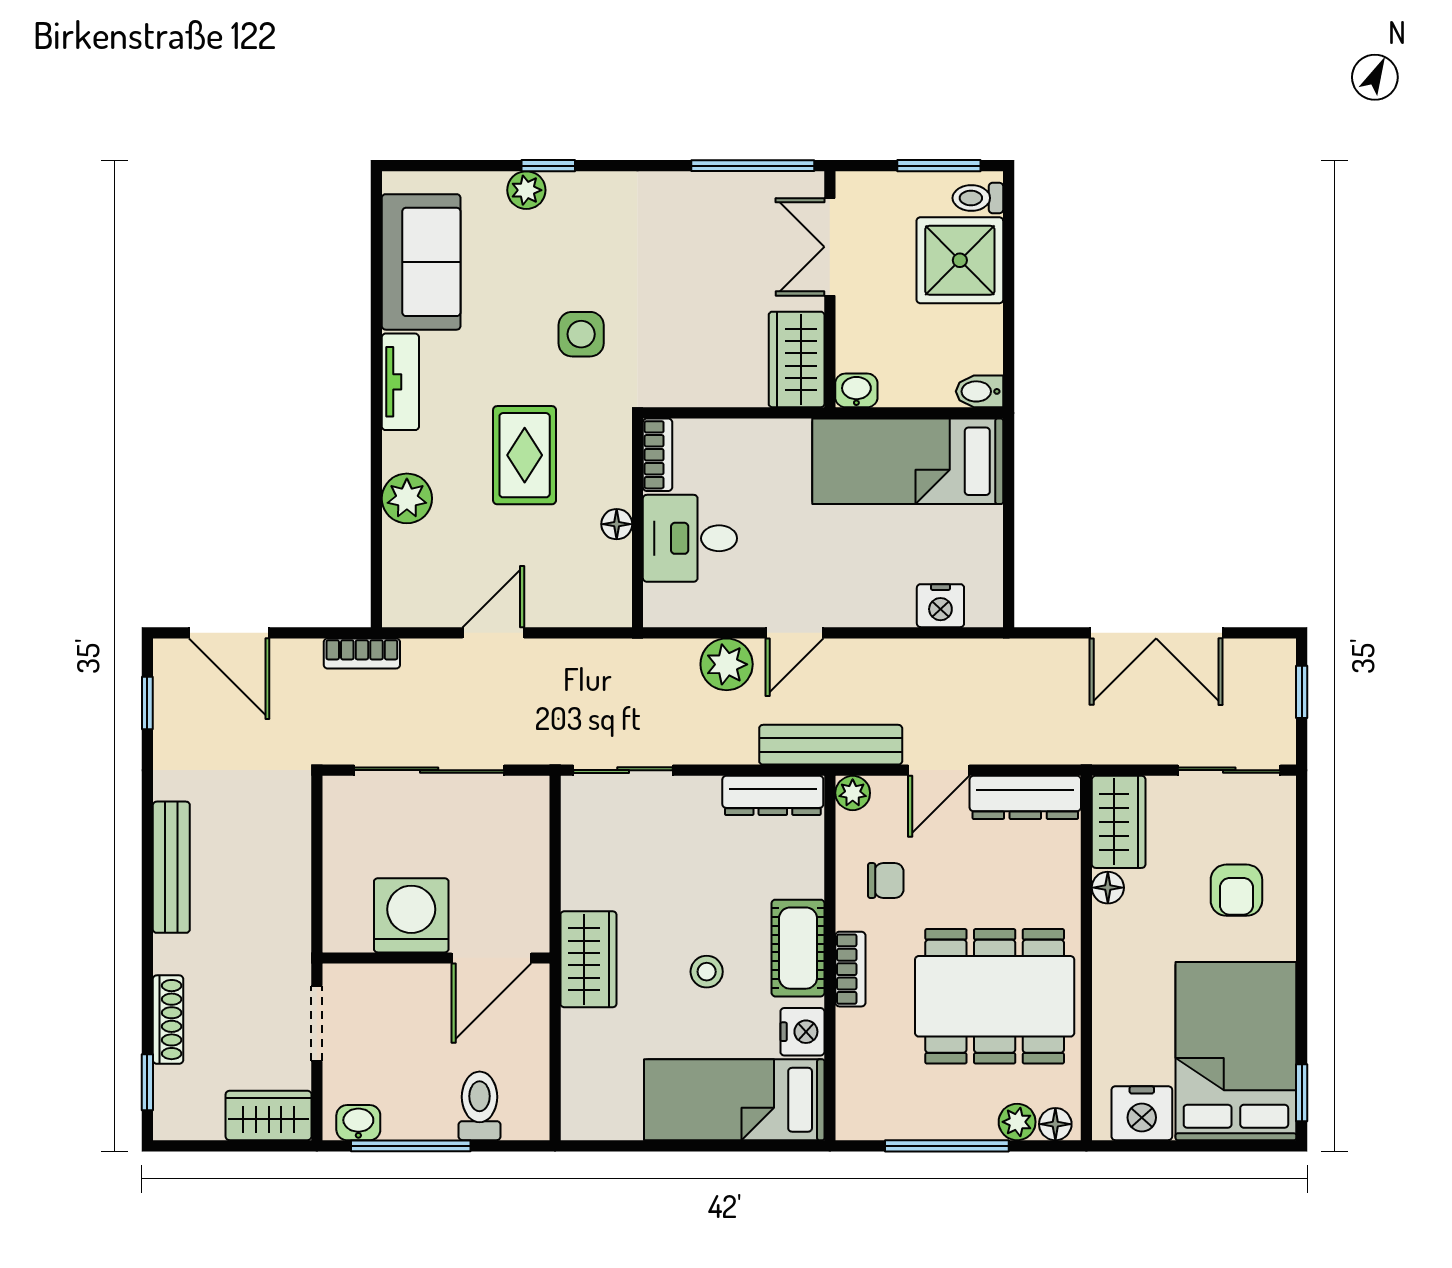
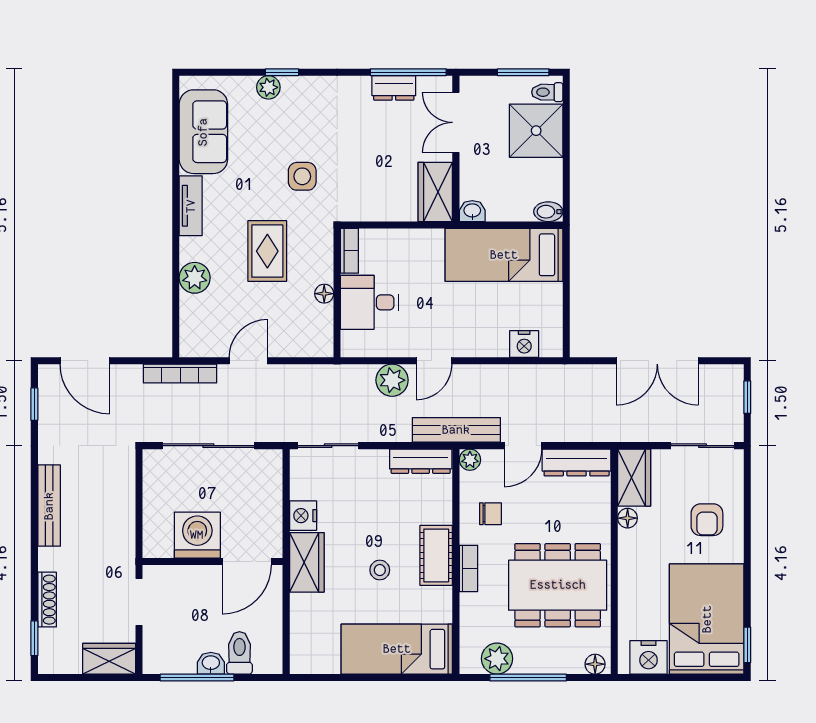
dresser: (729, 191) -> (394, 88), added
bookcase: (362, 653) -> (180, 374), width x1.56
nightstand: (802, 1032) -> (303, 516), moved, turned 180
plant: (1017, 1122) -> (497, 659), moved, width x1.38, depth x1.38
washbasin: (358, 1123) -> (211, 663), moved

